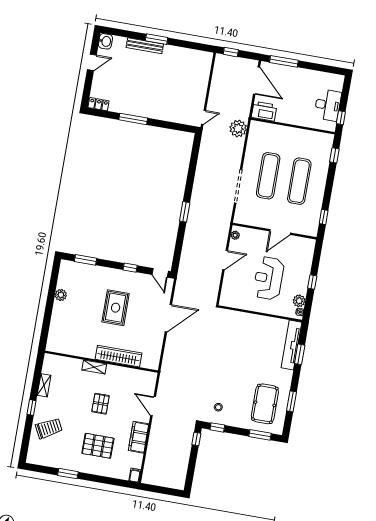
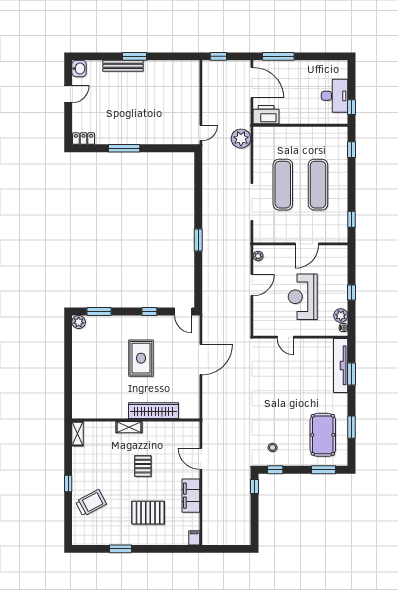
plant: (61, 295) -> (79, 322), moved
door: (247, 311) -> (285, 337), added
shelving: (44, 385) -> (78, 434), moved

